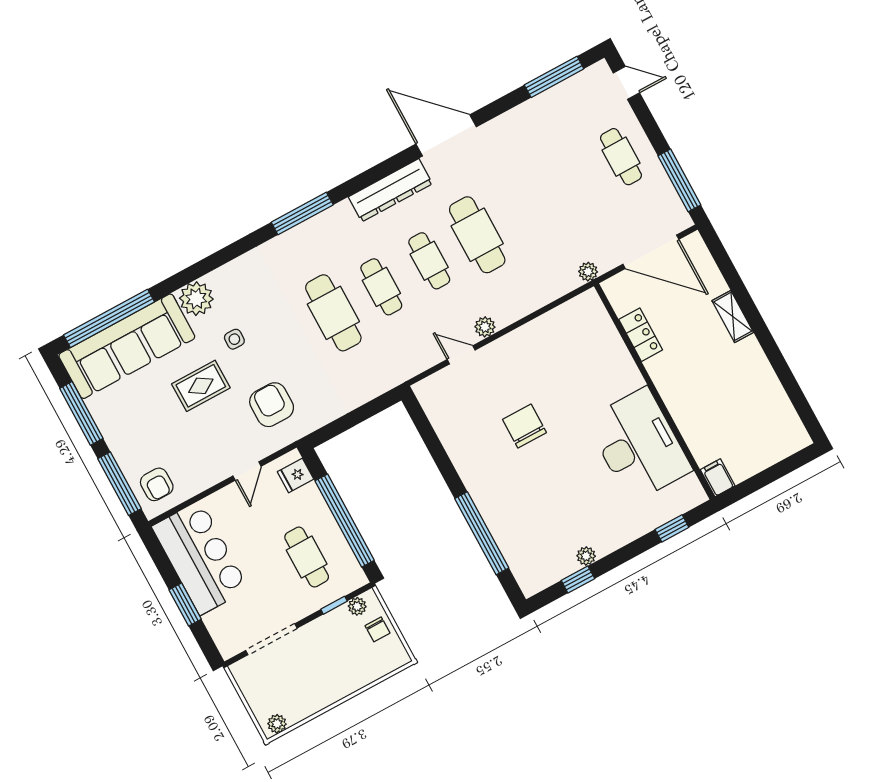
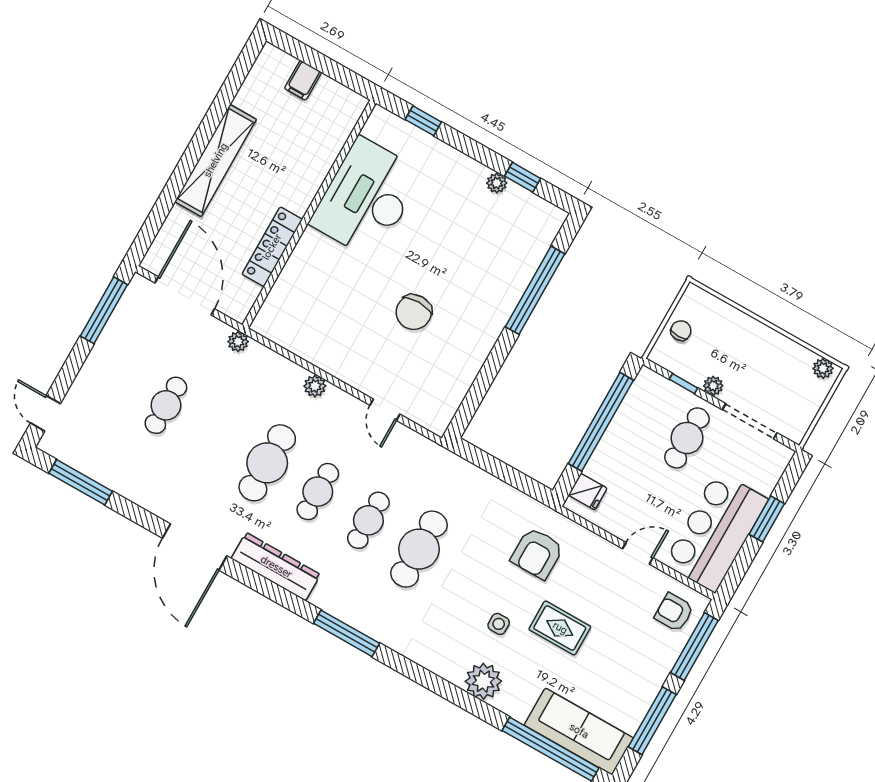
cafe table: (621, 157) -> (166, 405), moved
shelving: (733, 316) -> (216, 160), width x2.20, depth x1.33
plant: (485, 327) -> (315, 386), moved
locker: (641, 335) -> (272, 247), width x1.53
sofa: (127, 346) -> (579, 731), width x0.74, depth x0.79
door: (247, 471) -> (638, 553), moved
filing cabinet: (718, 478) -> (303, 80), moved
armchair: (157, 484) -> (674, 612), turned -90
cafe table: (307, 557) -> (687, 438), moved
plant: (357, 606) -> (713, 386), moved

